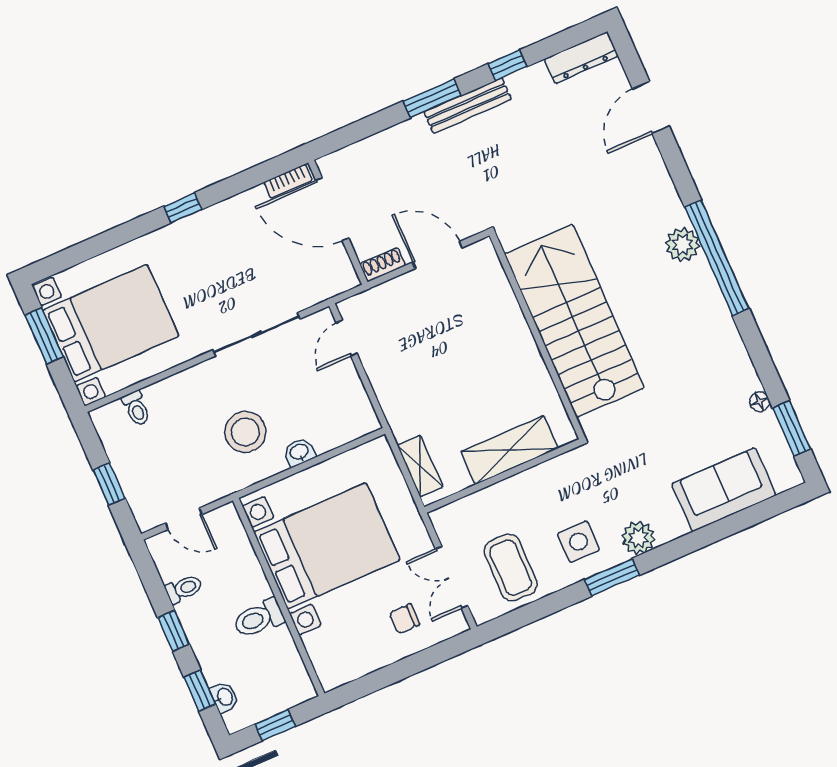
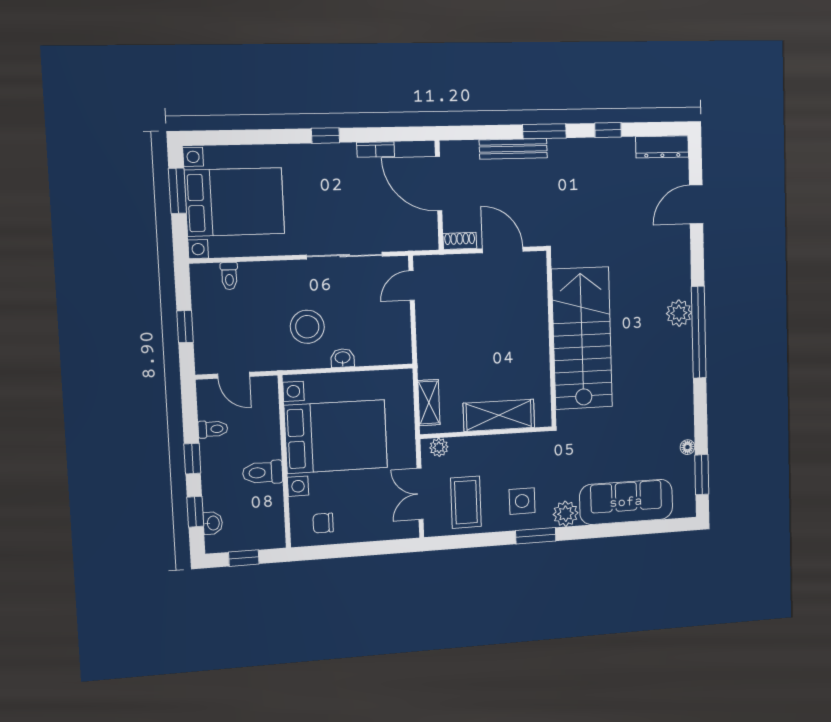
bench: (468, 106) -> (513, 149), moved
bookcase: (288, 181) -> (376, 150), moved
sofa: (724, 490) -> (626, 502), width x1.36
plant: (453, 514) -> (439, 447), added
chair: (404, 619) -> (323, 523), moved

